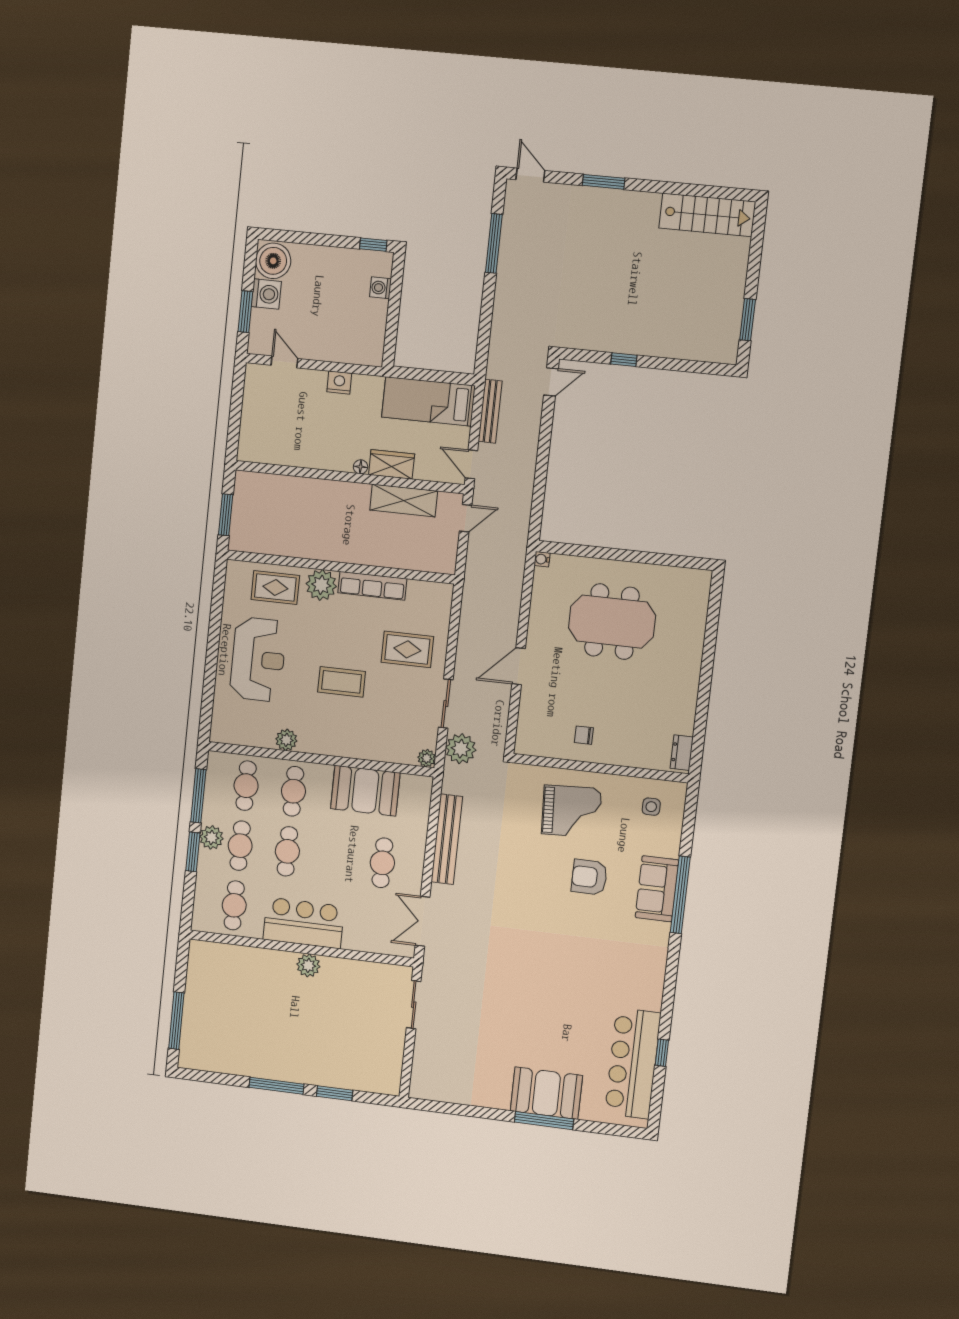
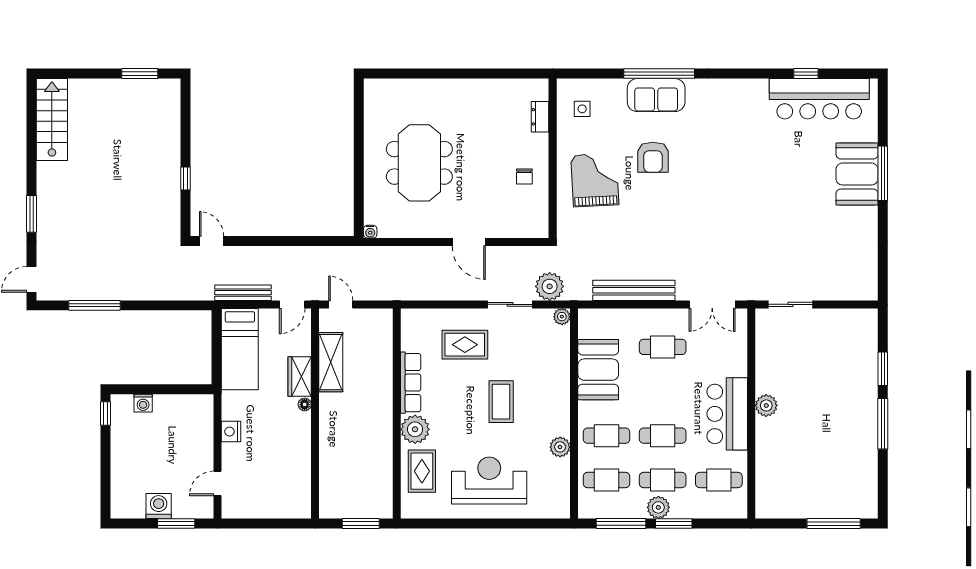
boiler: (273, 261) -> (128, 503), removed
rug: (407, 649) -> (465, 345), turned 90
dresser: (682, 753) -> (540, 117), moved, turned 90

